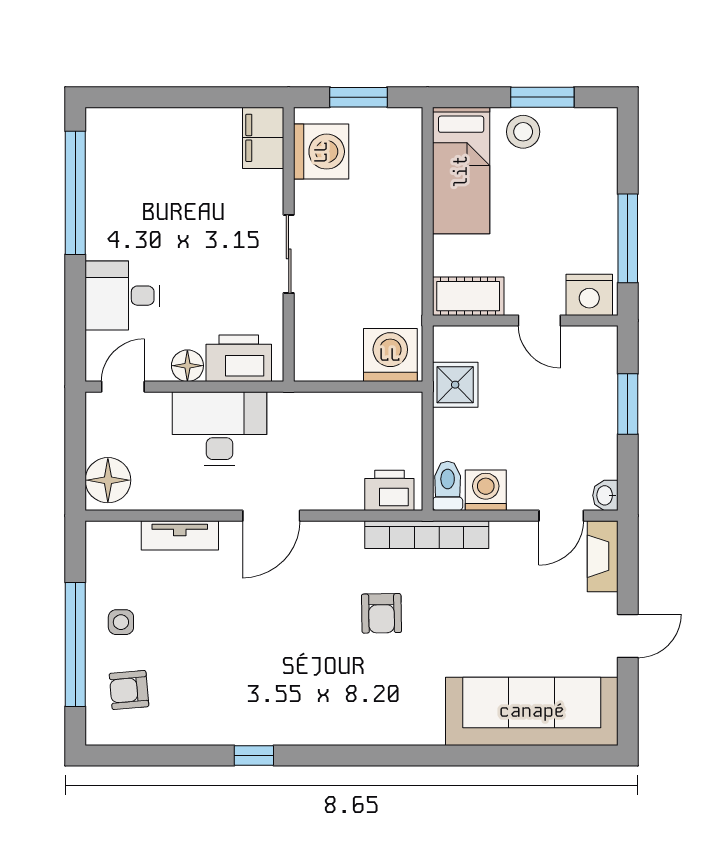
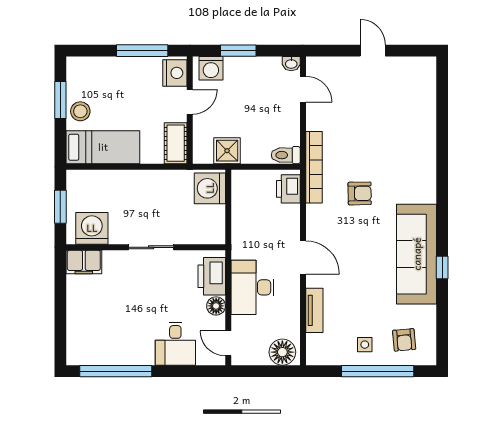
washing machine: (486, 490) -> (211, 68), moved, turned -90
fireplace: (603, 556) -> (327, 65), removed
sofa: (532, 711) -> (417, 254), moved

